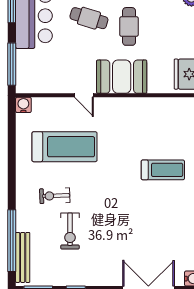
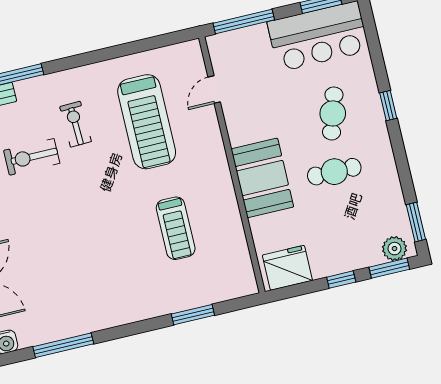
door: (84, 95) -> (214, 90), moved
water cooler: (23, 105) -> (191, 51), removed
treadmill: (163, 170) -> (176, 228), moved

